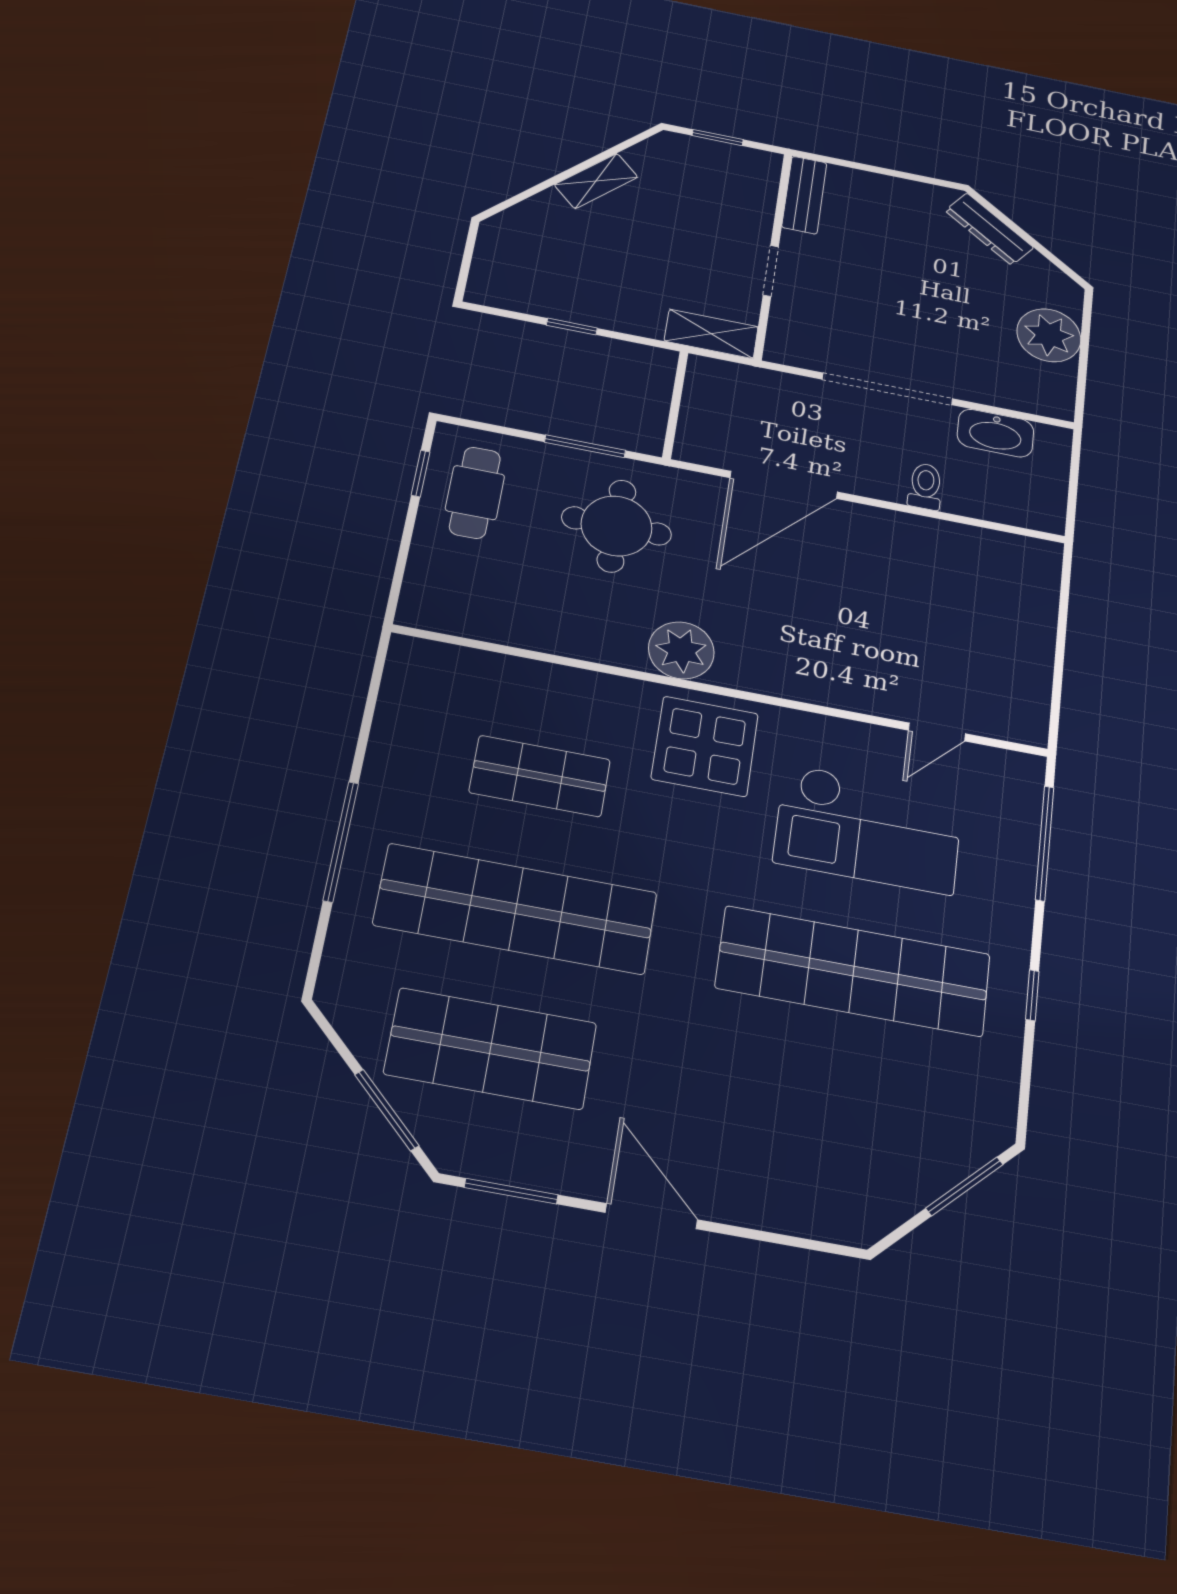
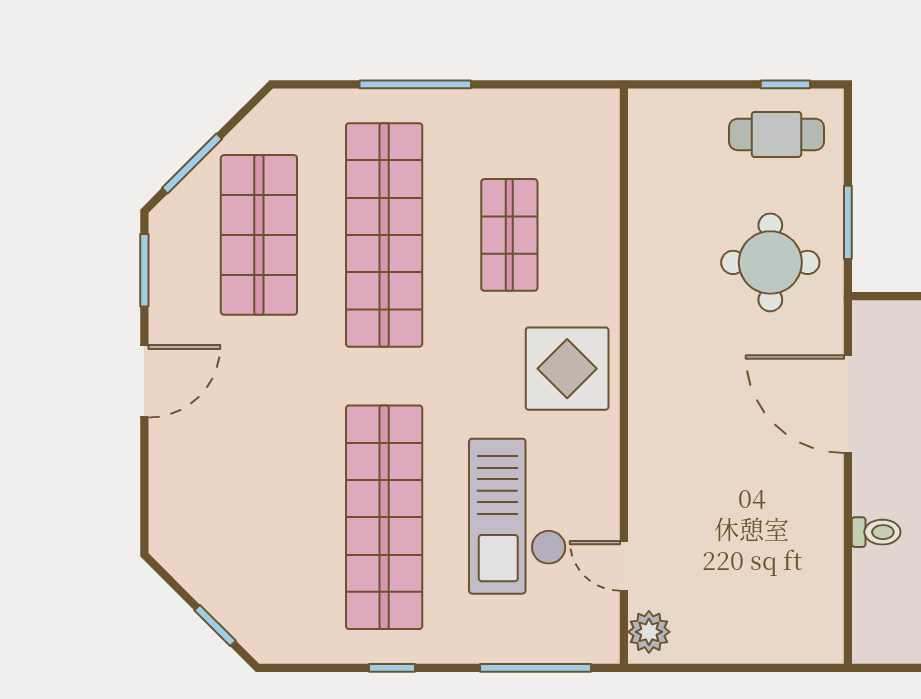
plant: (681, 650) -> (649, 632), moved, width x0.73, depth x0.73
window: (964, 1186) -> (215, 625), width x0.67

